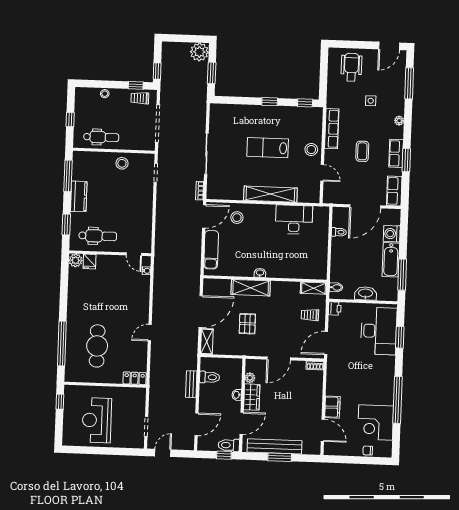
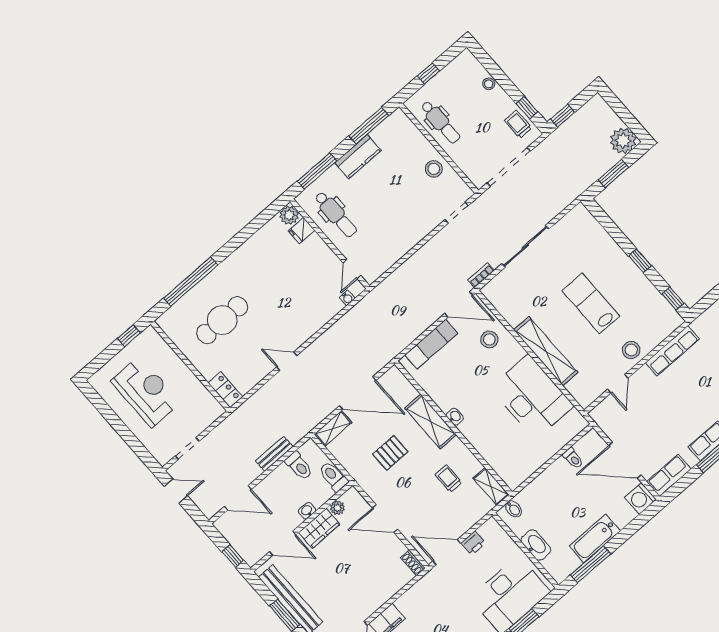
coffee table: (362, 151) -> (679, 404), removed
desk: (294, 219) -> (532, 397), width x1.36, depth x1.30
window: (66, 225) -> (317, 171), width x1.44
washing machine: (392, 234) -> (640, 498), moved, turned -90
printer: (335, 309) -> (473, 543), moved
trolley: (310, 315) -> (449, 479), moved
reception desk: (97, 420) -> (146, 392), turned 90
toilet: (229, 445) -> (333, 476), moved

